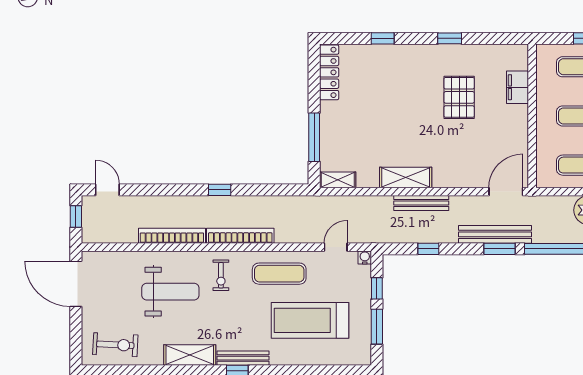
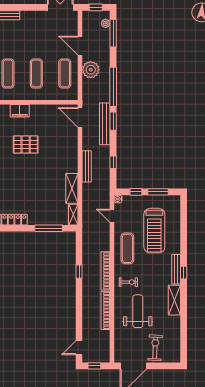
shelving: (406, 178) -> (72, 188), moved
window: (220, 190) -> (79, 272), moved
exercise bike: (115, 345) -> (155, 348), moved

